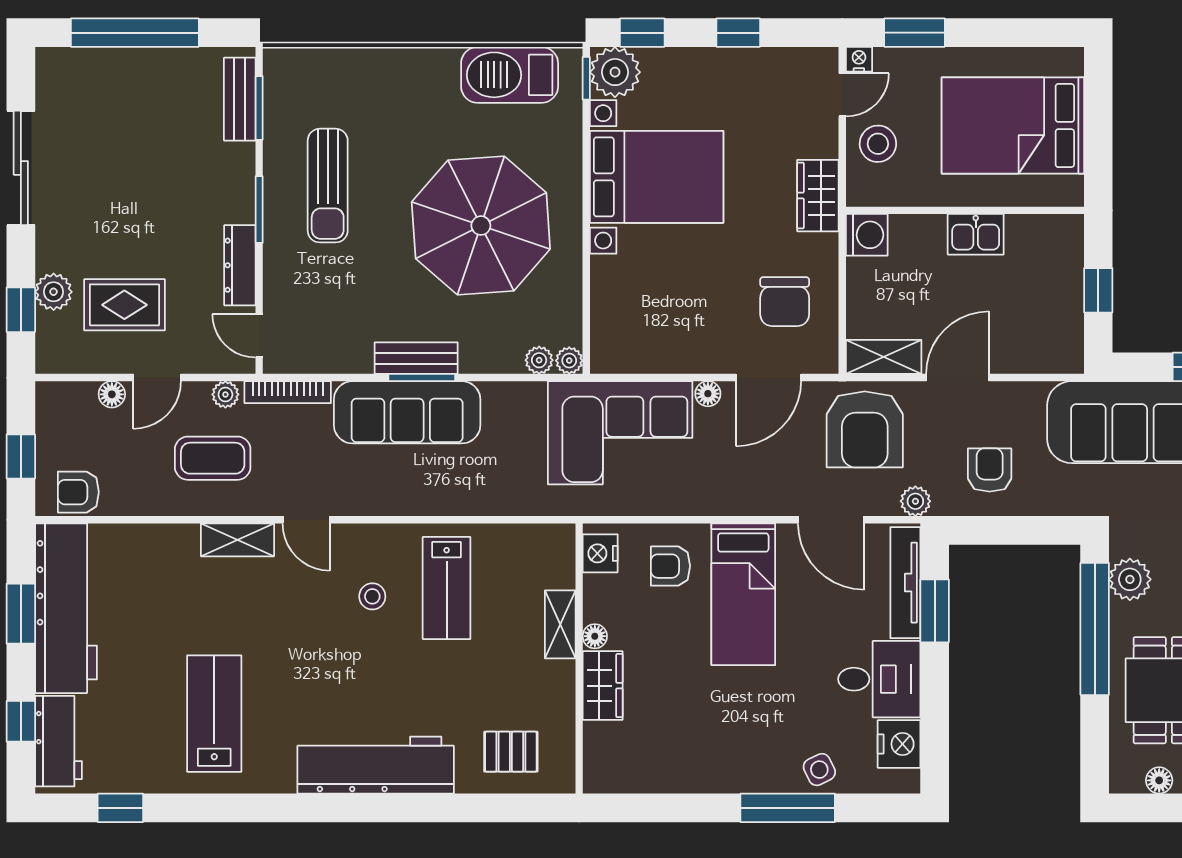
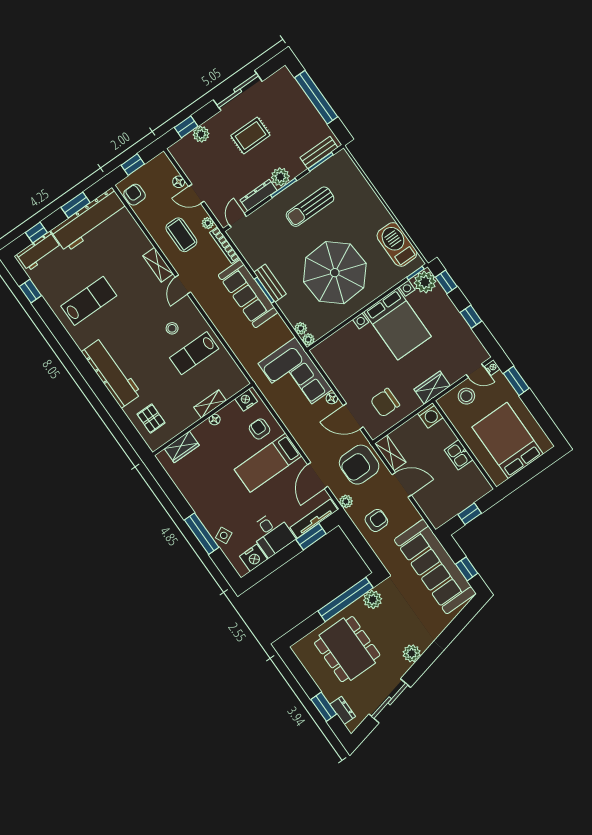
plant: (235, 201) -> (280, 177), added
rug: (124, 305) -> (250, 135), moved, turned 90
wardrobe: (603, 686) -> (182, 447), moved
floor lamp: (1159, 780) -> (307, 662), removed

